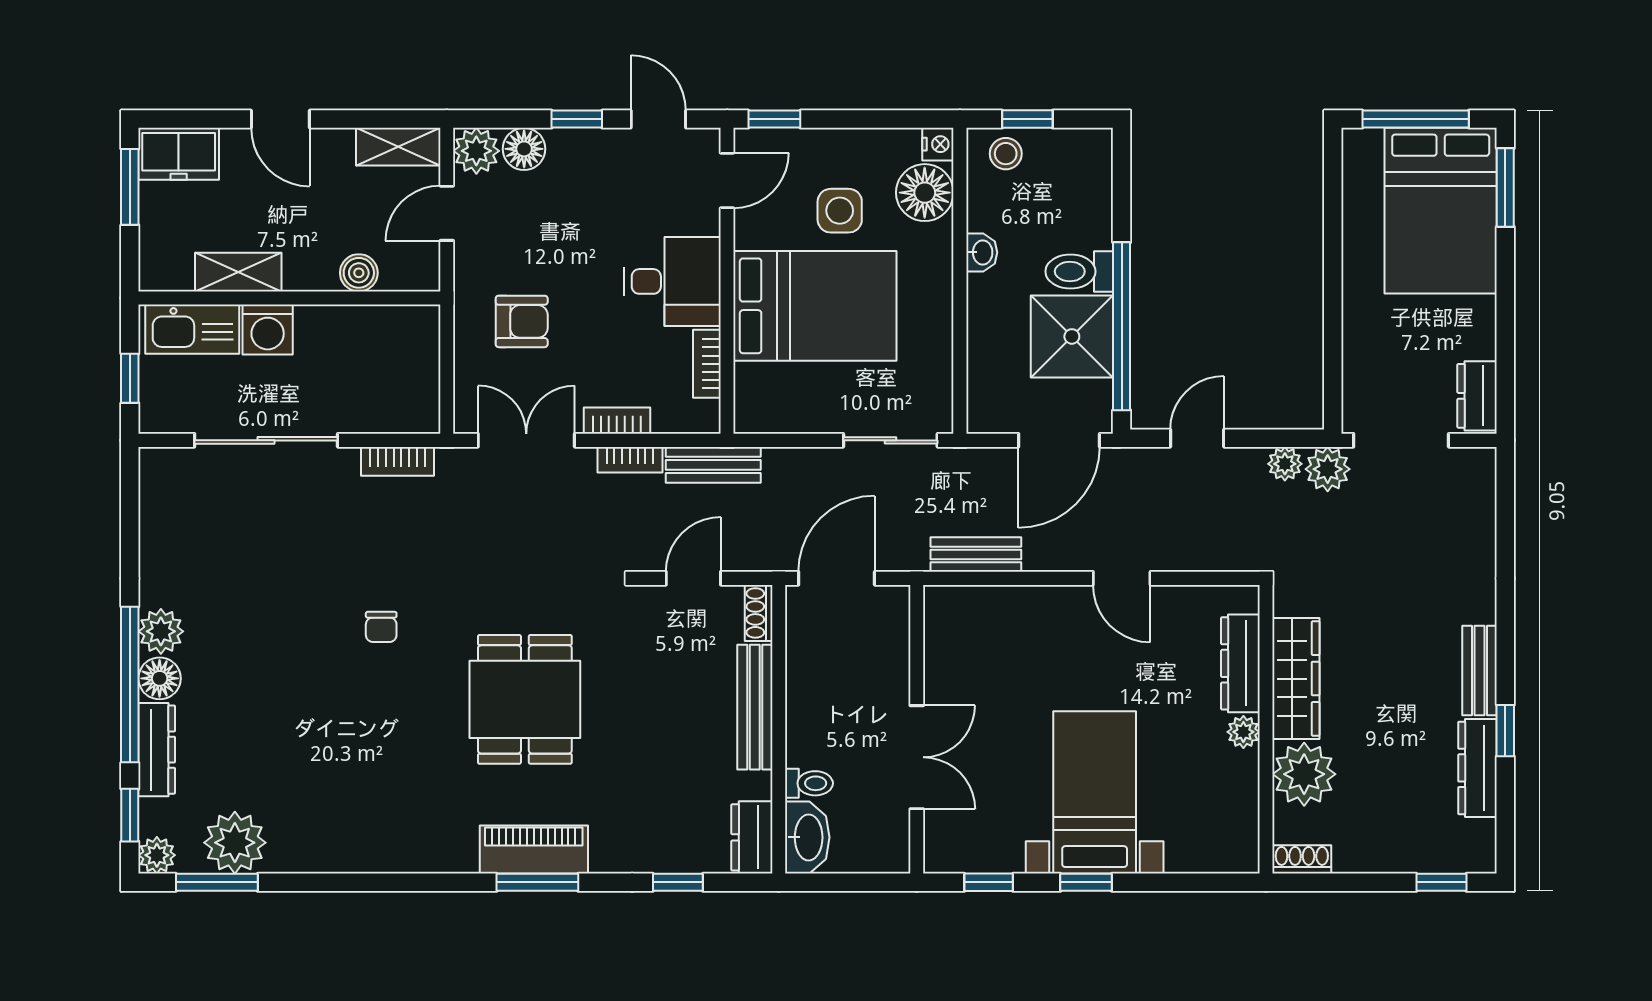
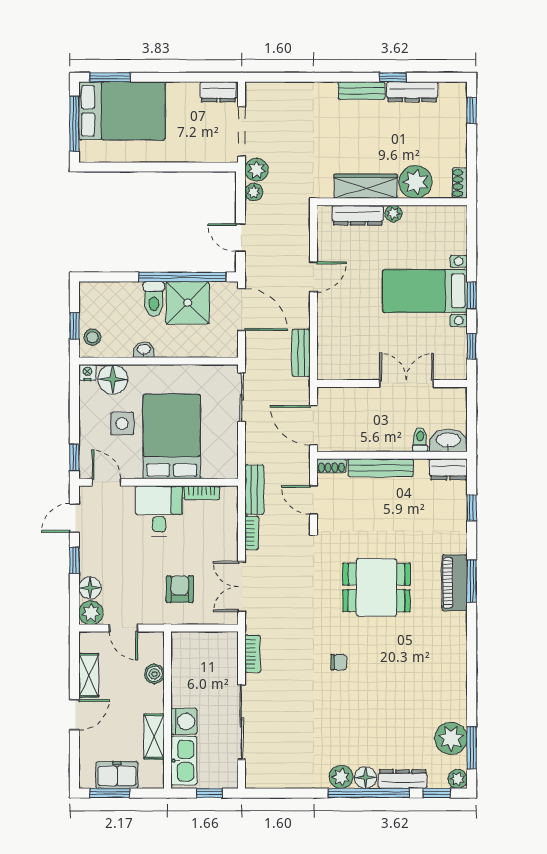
shelving: (398, 147) -> (89, 675), moved
freezer: (179, 154) -> (117, 775), moved, turned -90
bookcase: (617, 421) -> (231, 540), removed

